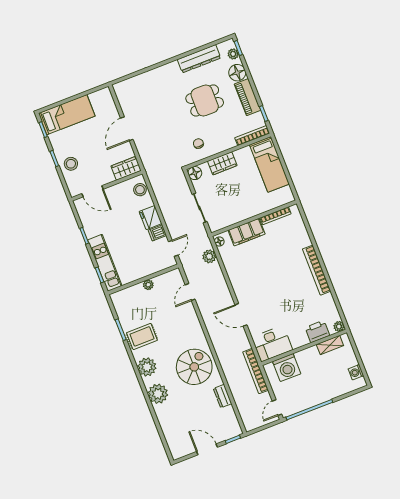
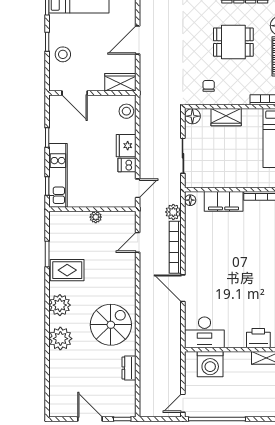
bookcase: (256, 371) -> (175, 247), moved

